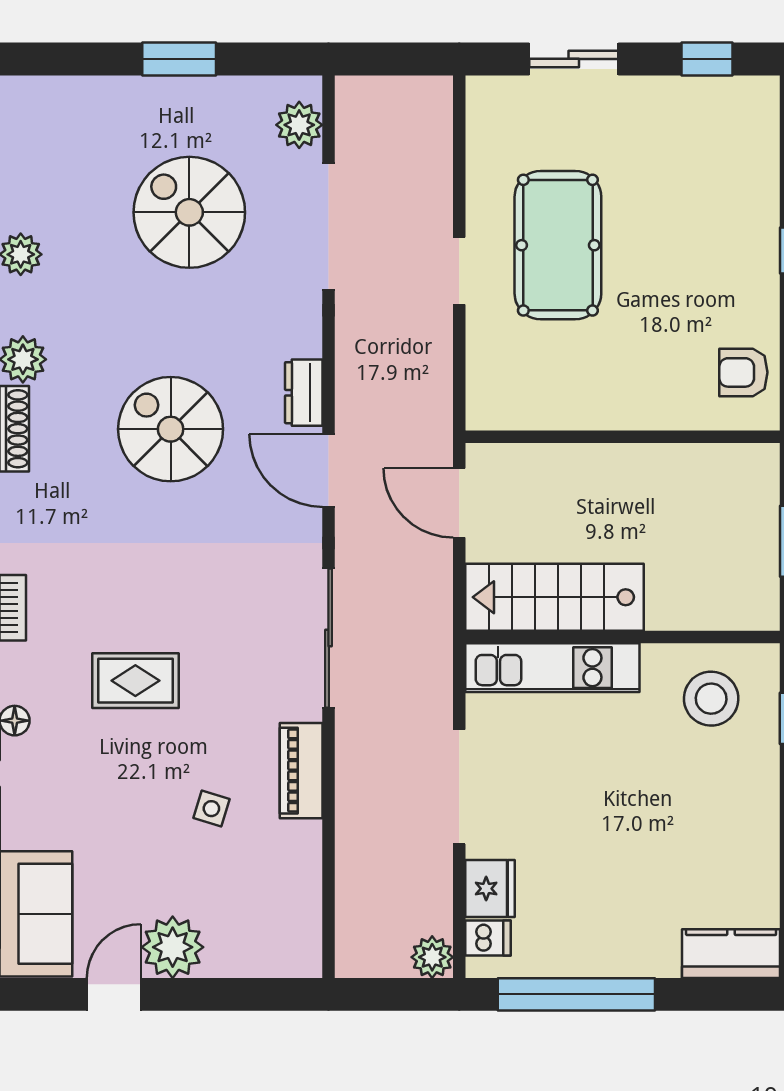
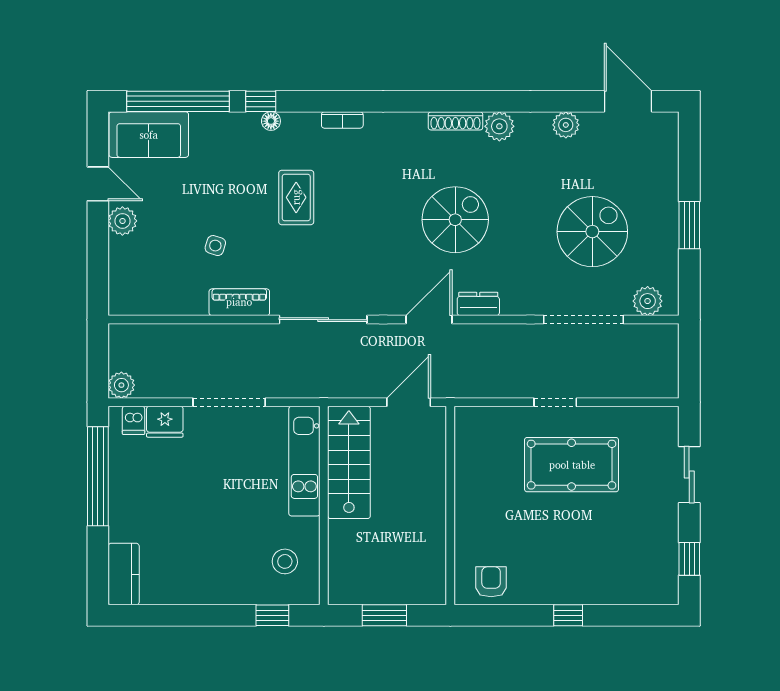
stool: (711, 699) -> (285, 561), width x0.73, depth x0.73
plant: (173, 947) -> (122, 221), width x0.73, depth x0.73

